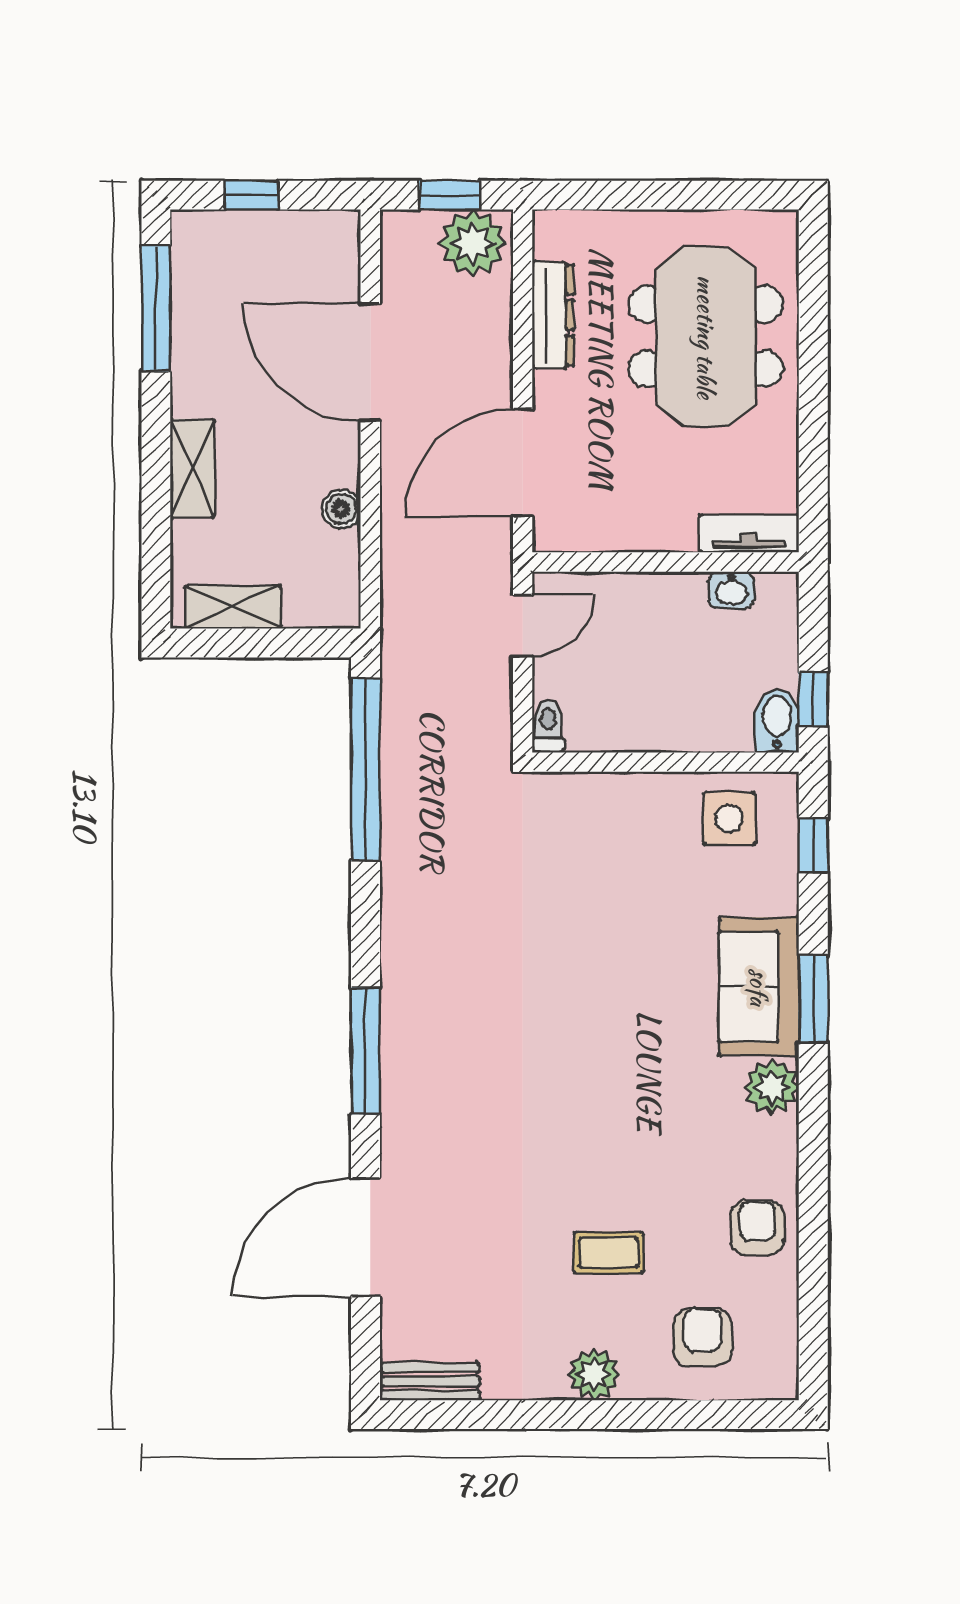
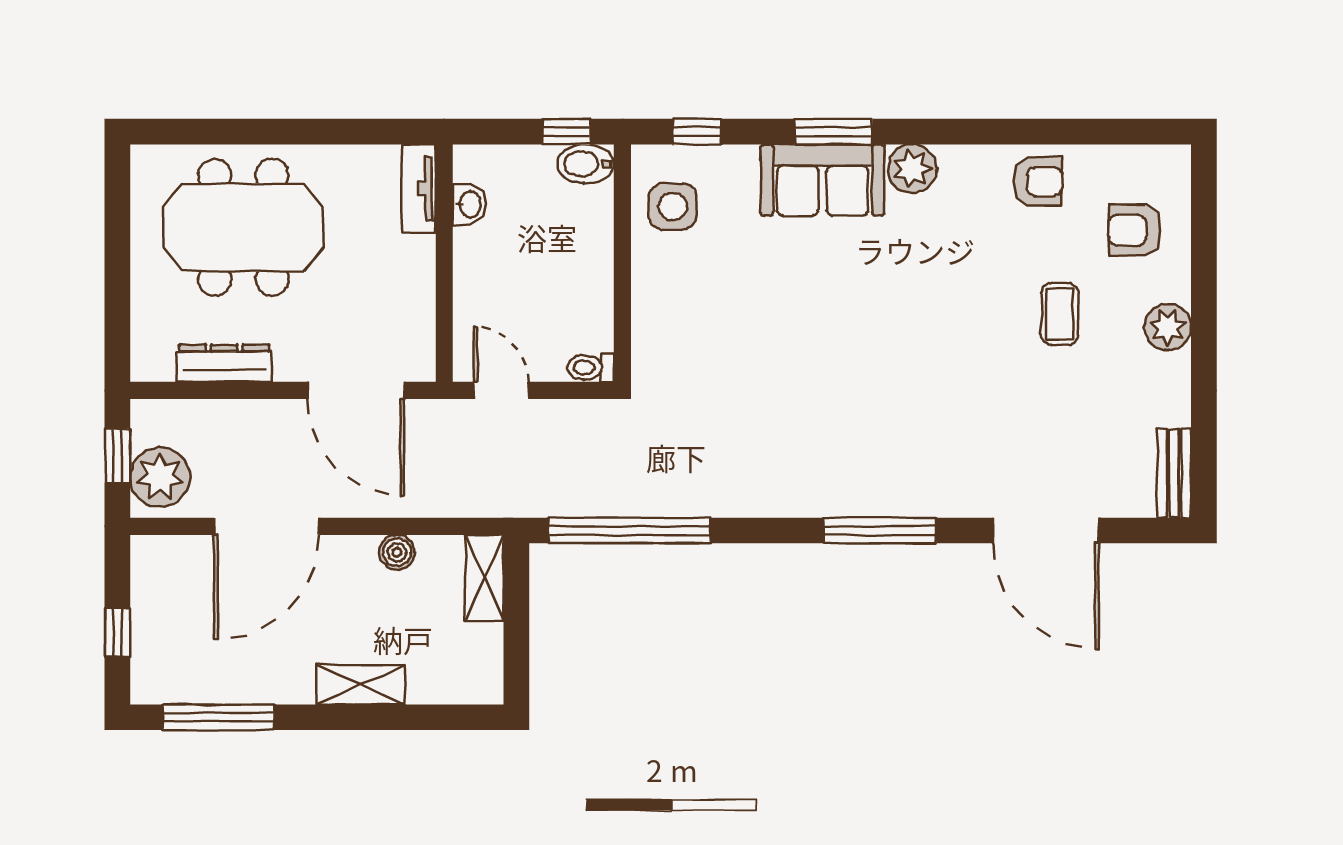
plant: (473, 243) -> (160, 477), moved
shelving: (233, 607) -> (484, 578), moved
armchair: (757, 1228) -> (1038, 181), turned 180

